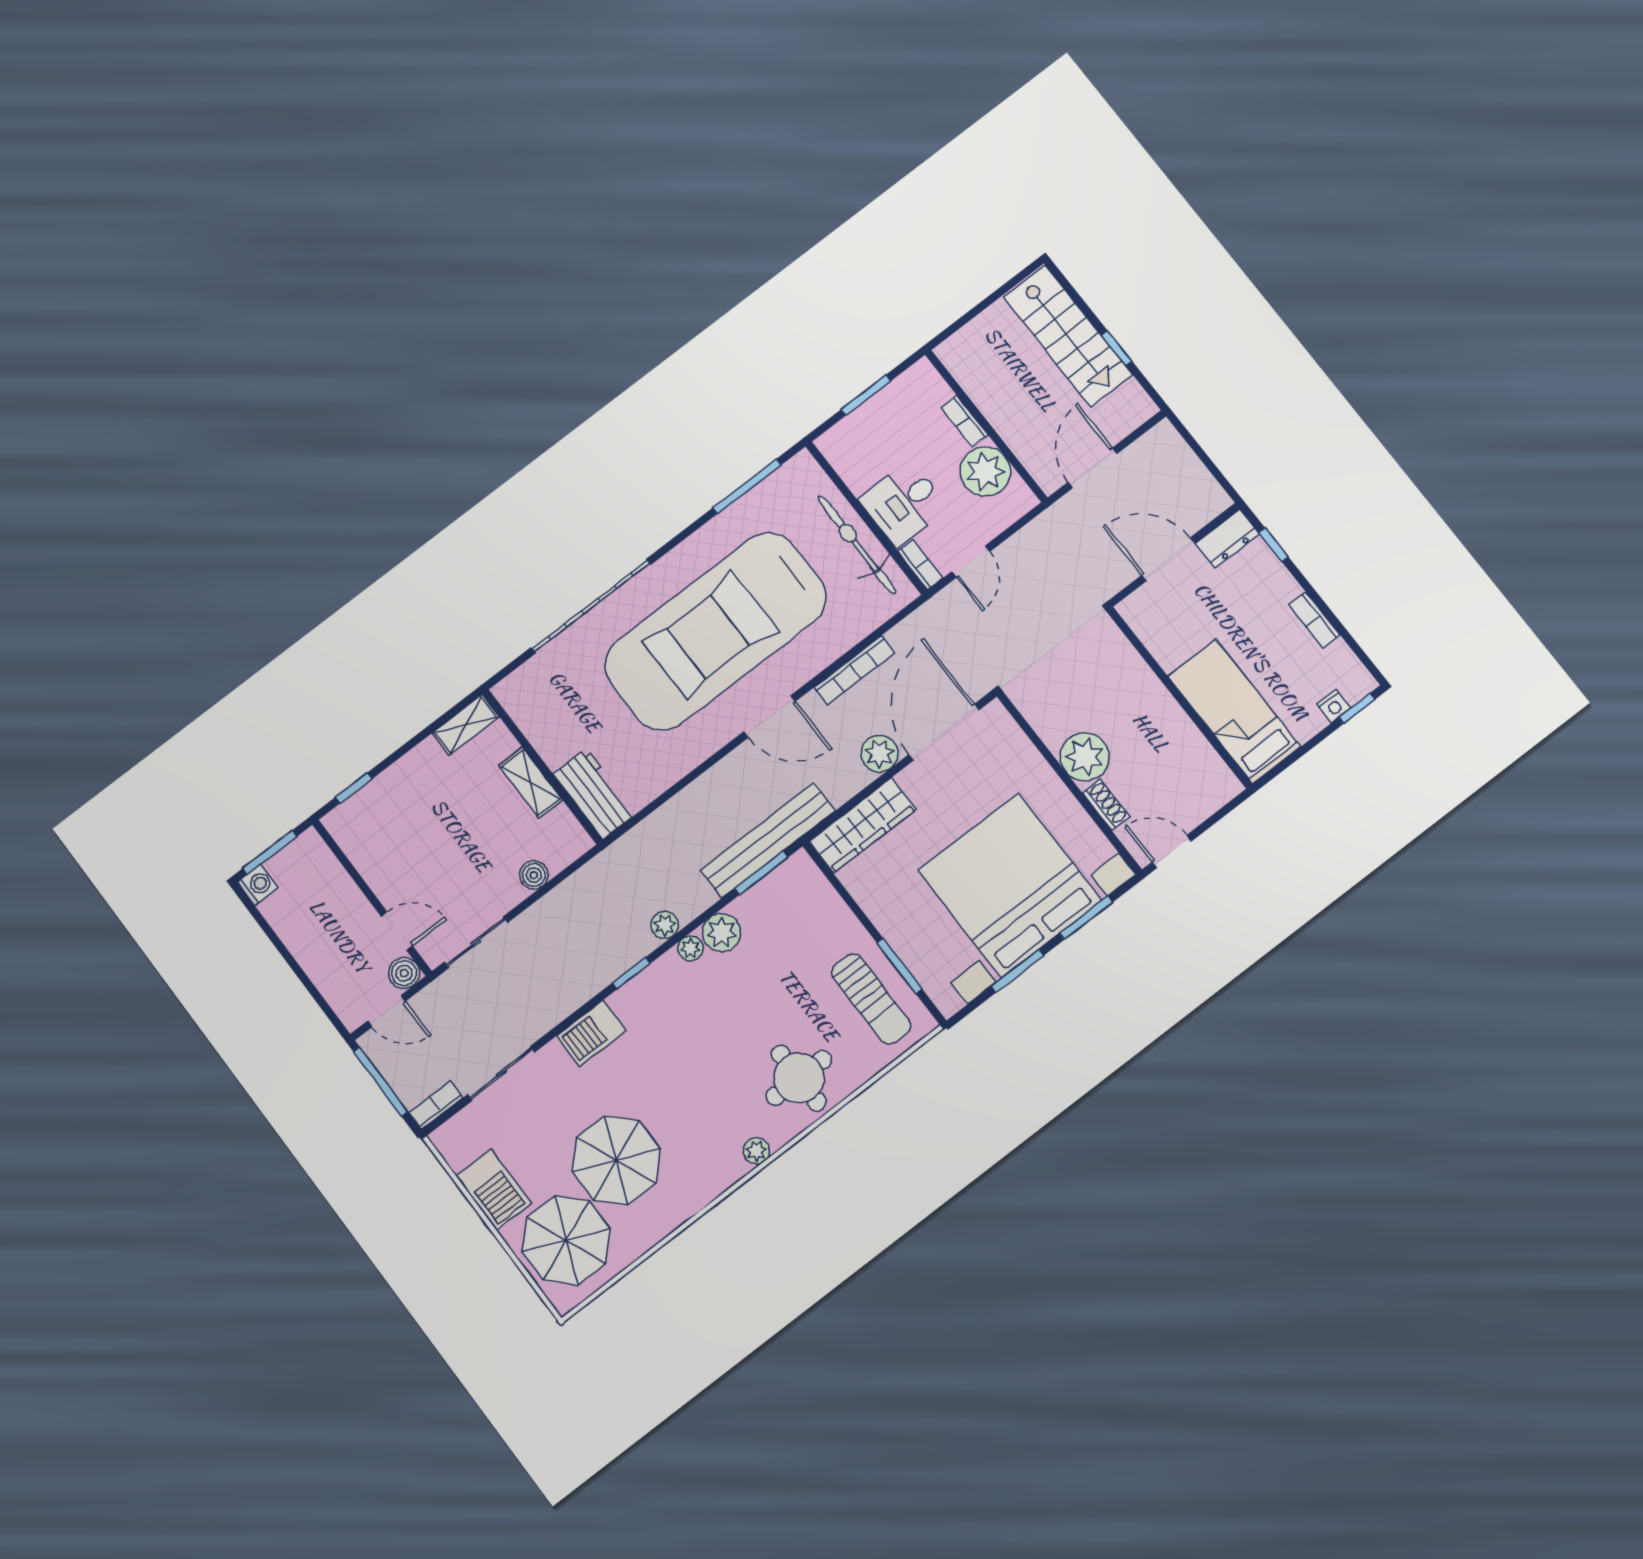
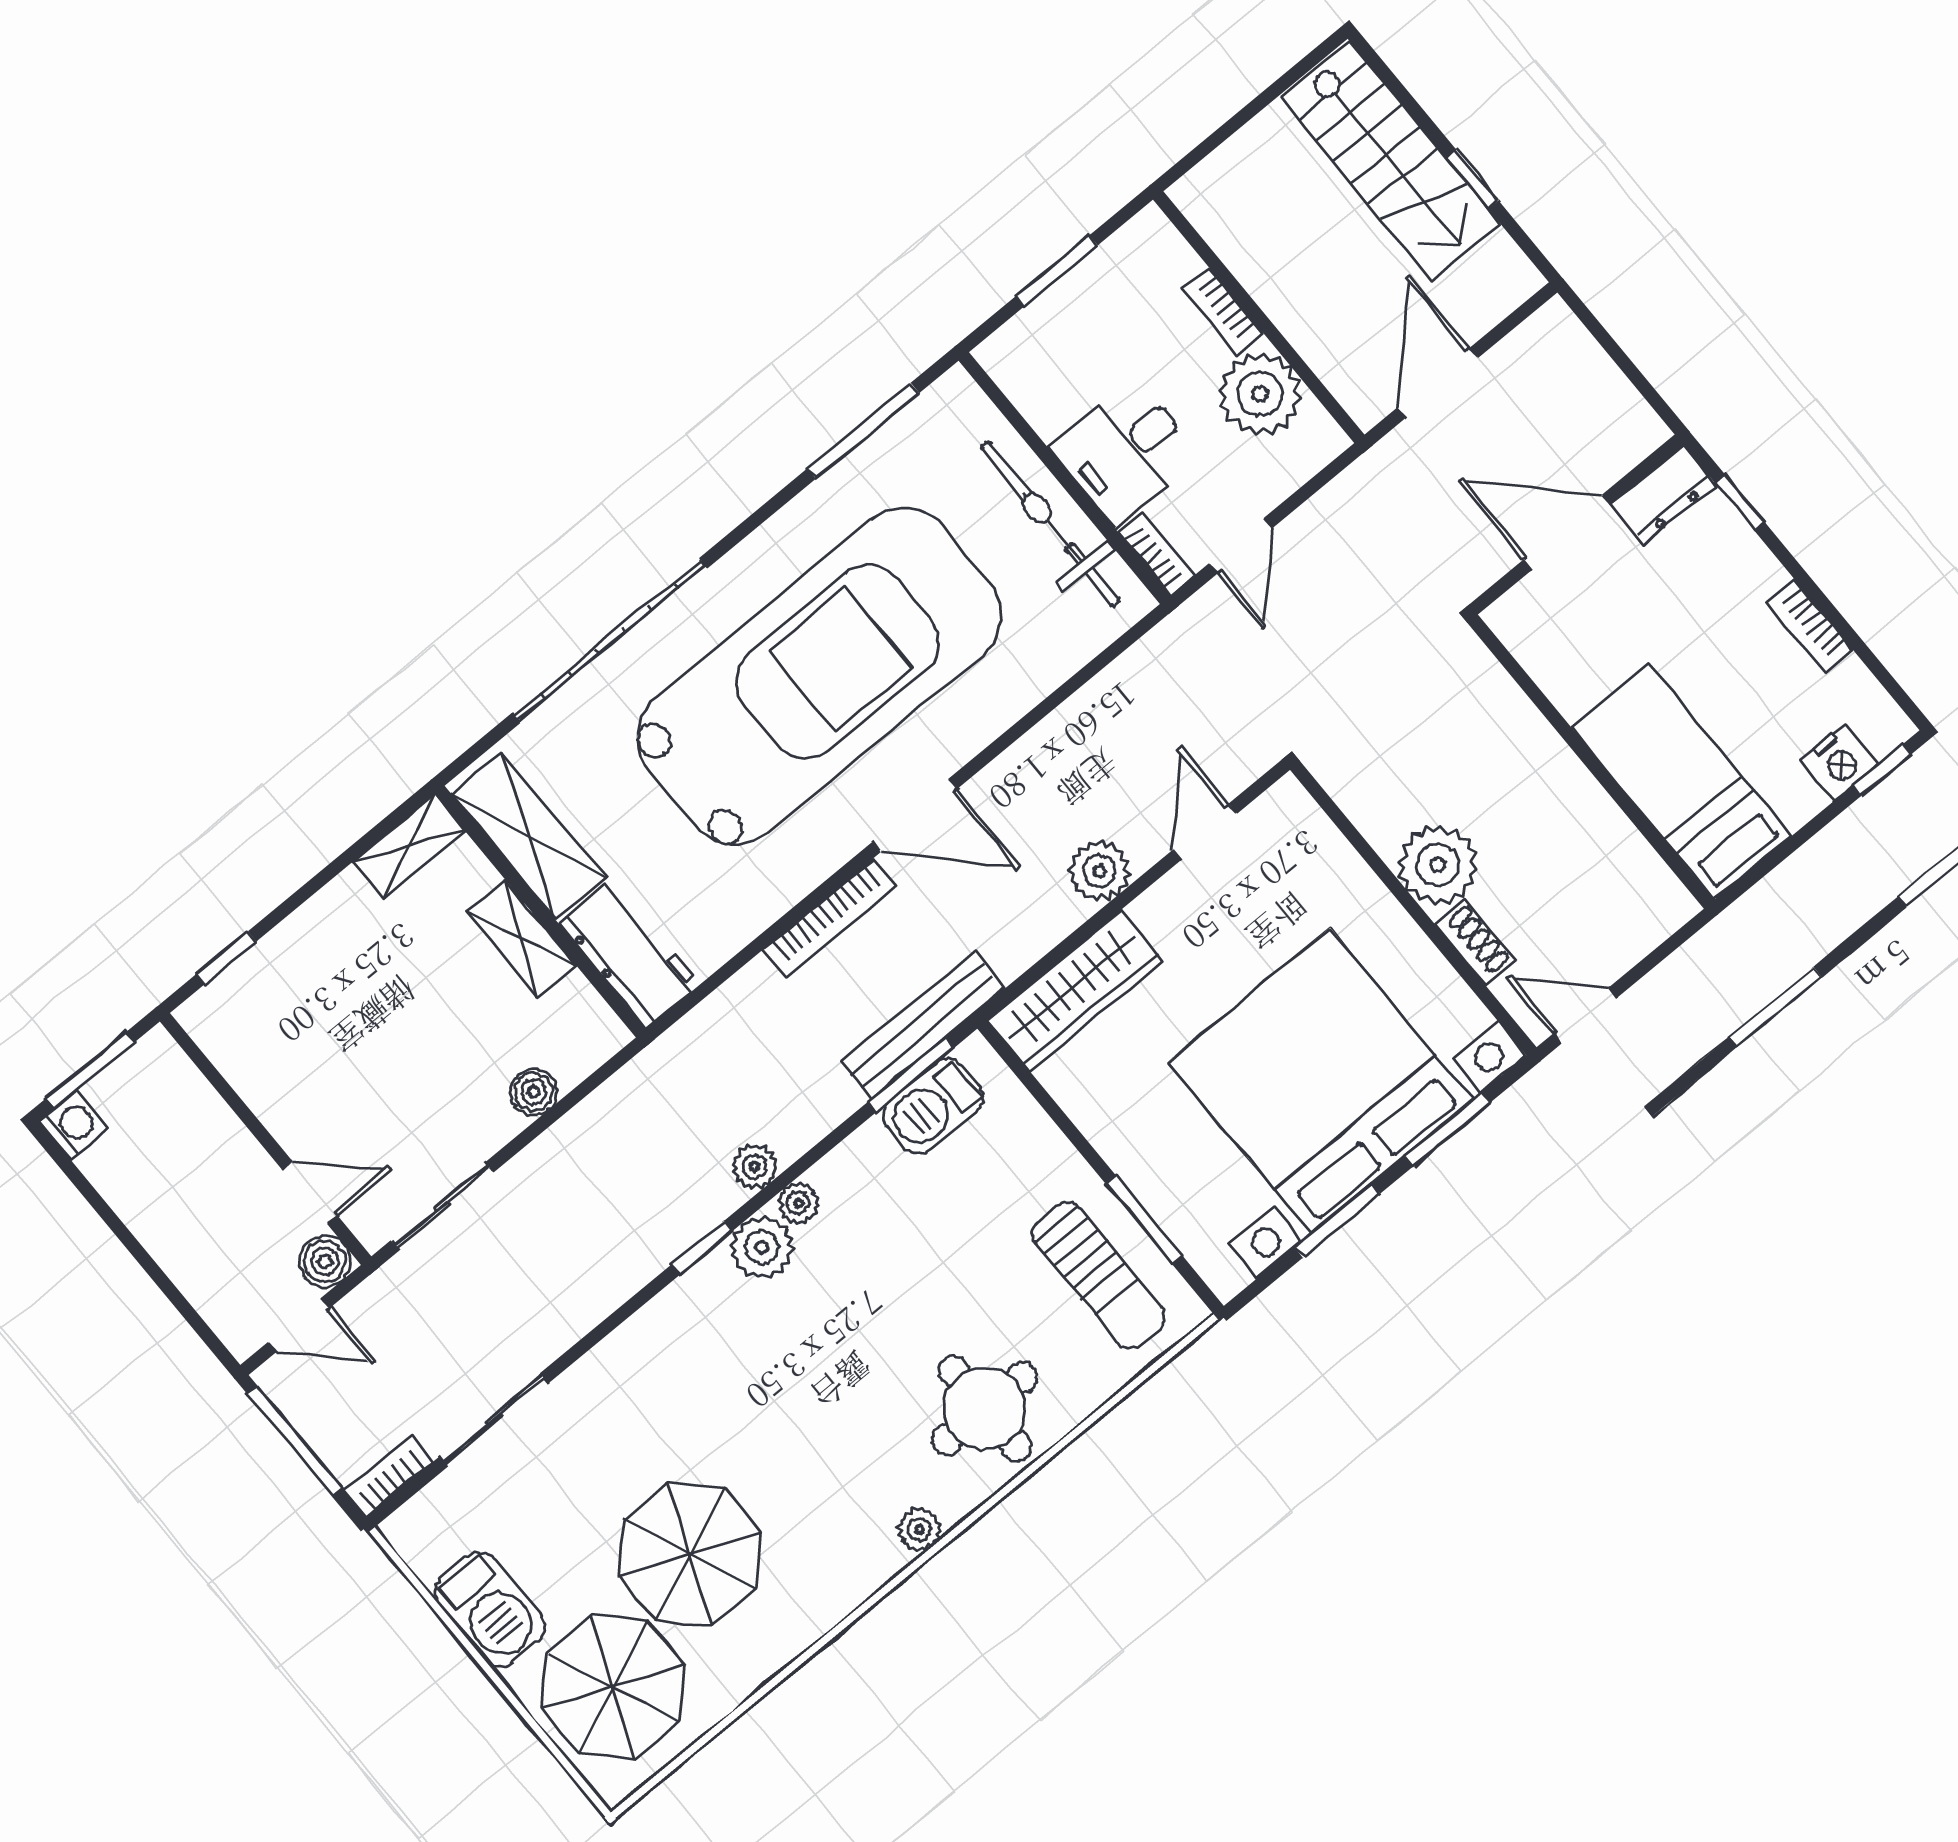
car: (715, 631) -> (820, 676), turned 180
bookcase: (854, 670) -> (830, 918), moved
nightstand: (1334, 706) -> (1839, 762), width x1.39, depth x1.35
shelving: (537, 721) -> (529, 836), added
door: (944, 732) -> (1205, 832), width x0.53
bench: (768, 840) -> (923, 1025), width x0.73, depth x0.82
plant: (722, 933) -> (762, 1248), moved
barbecue: (591, 1033) -> (933, 1106), moved

